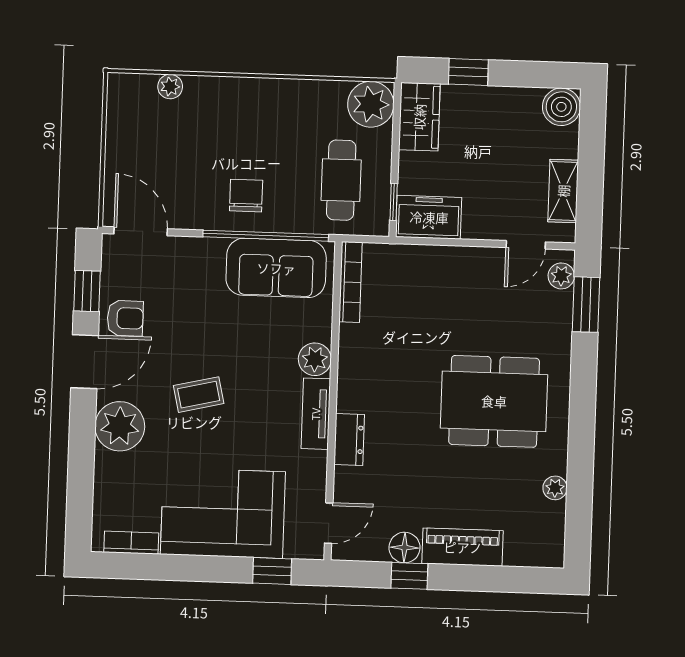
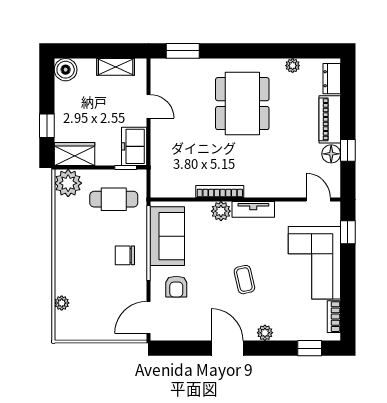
door: (526, 245) -> (148, 106), moved
plant: (561, 276) -> (166, 66), removed
bookcase: (351, 282) -> (220, 191), moved
window: (87, 291) -> (310, 348), moved
armchair: (125, 318) -> (176, 287), moved, turned 180
plant: (120, 426) -> (265, 333), width x0.53, depth x0.53
dresser: (349, 439) -> (332, 79), moved, turned -90

